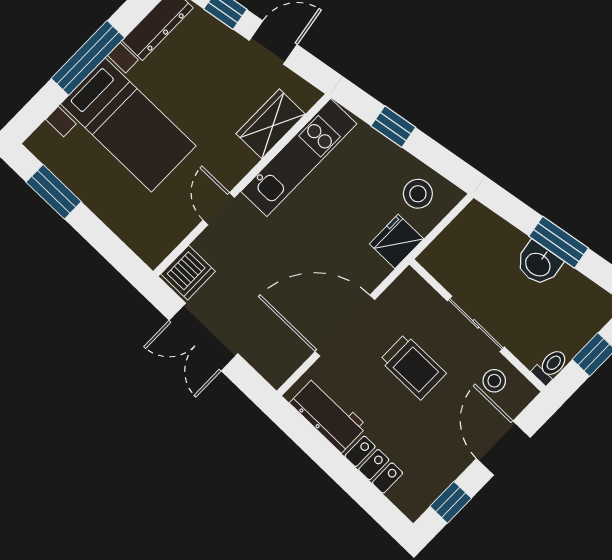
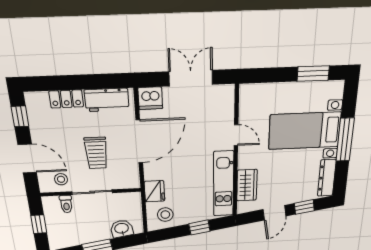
washbasin: (538, 264) -> (122, 229), moved
dishwasher: (188, 273) -> (150, 98), moved, turned -90
toilet: (550, 366) -> (66, 204), moved
trolley: (413, 367) -> (96, 153), turned -90

